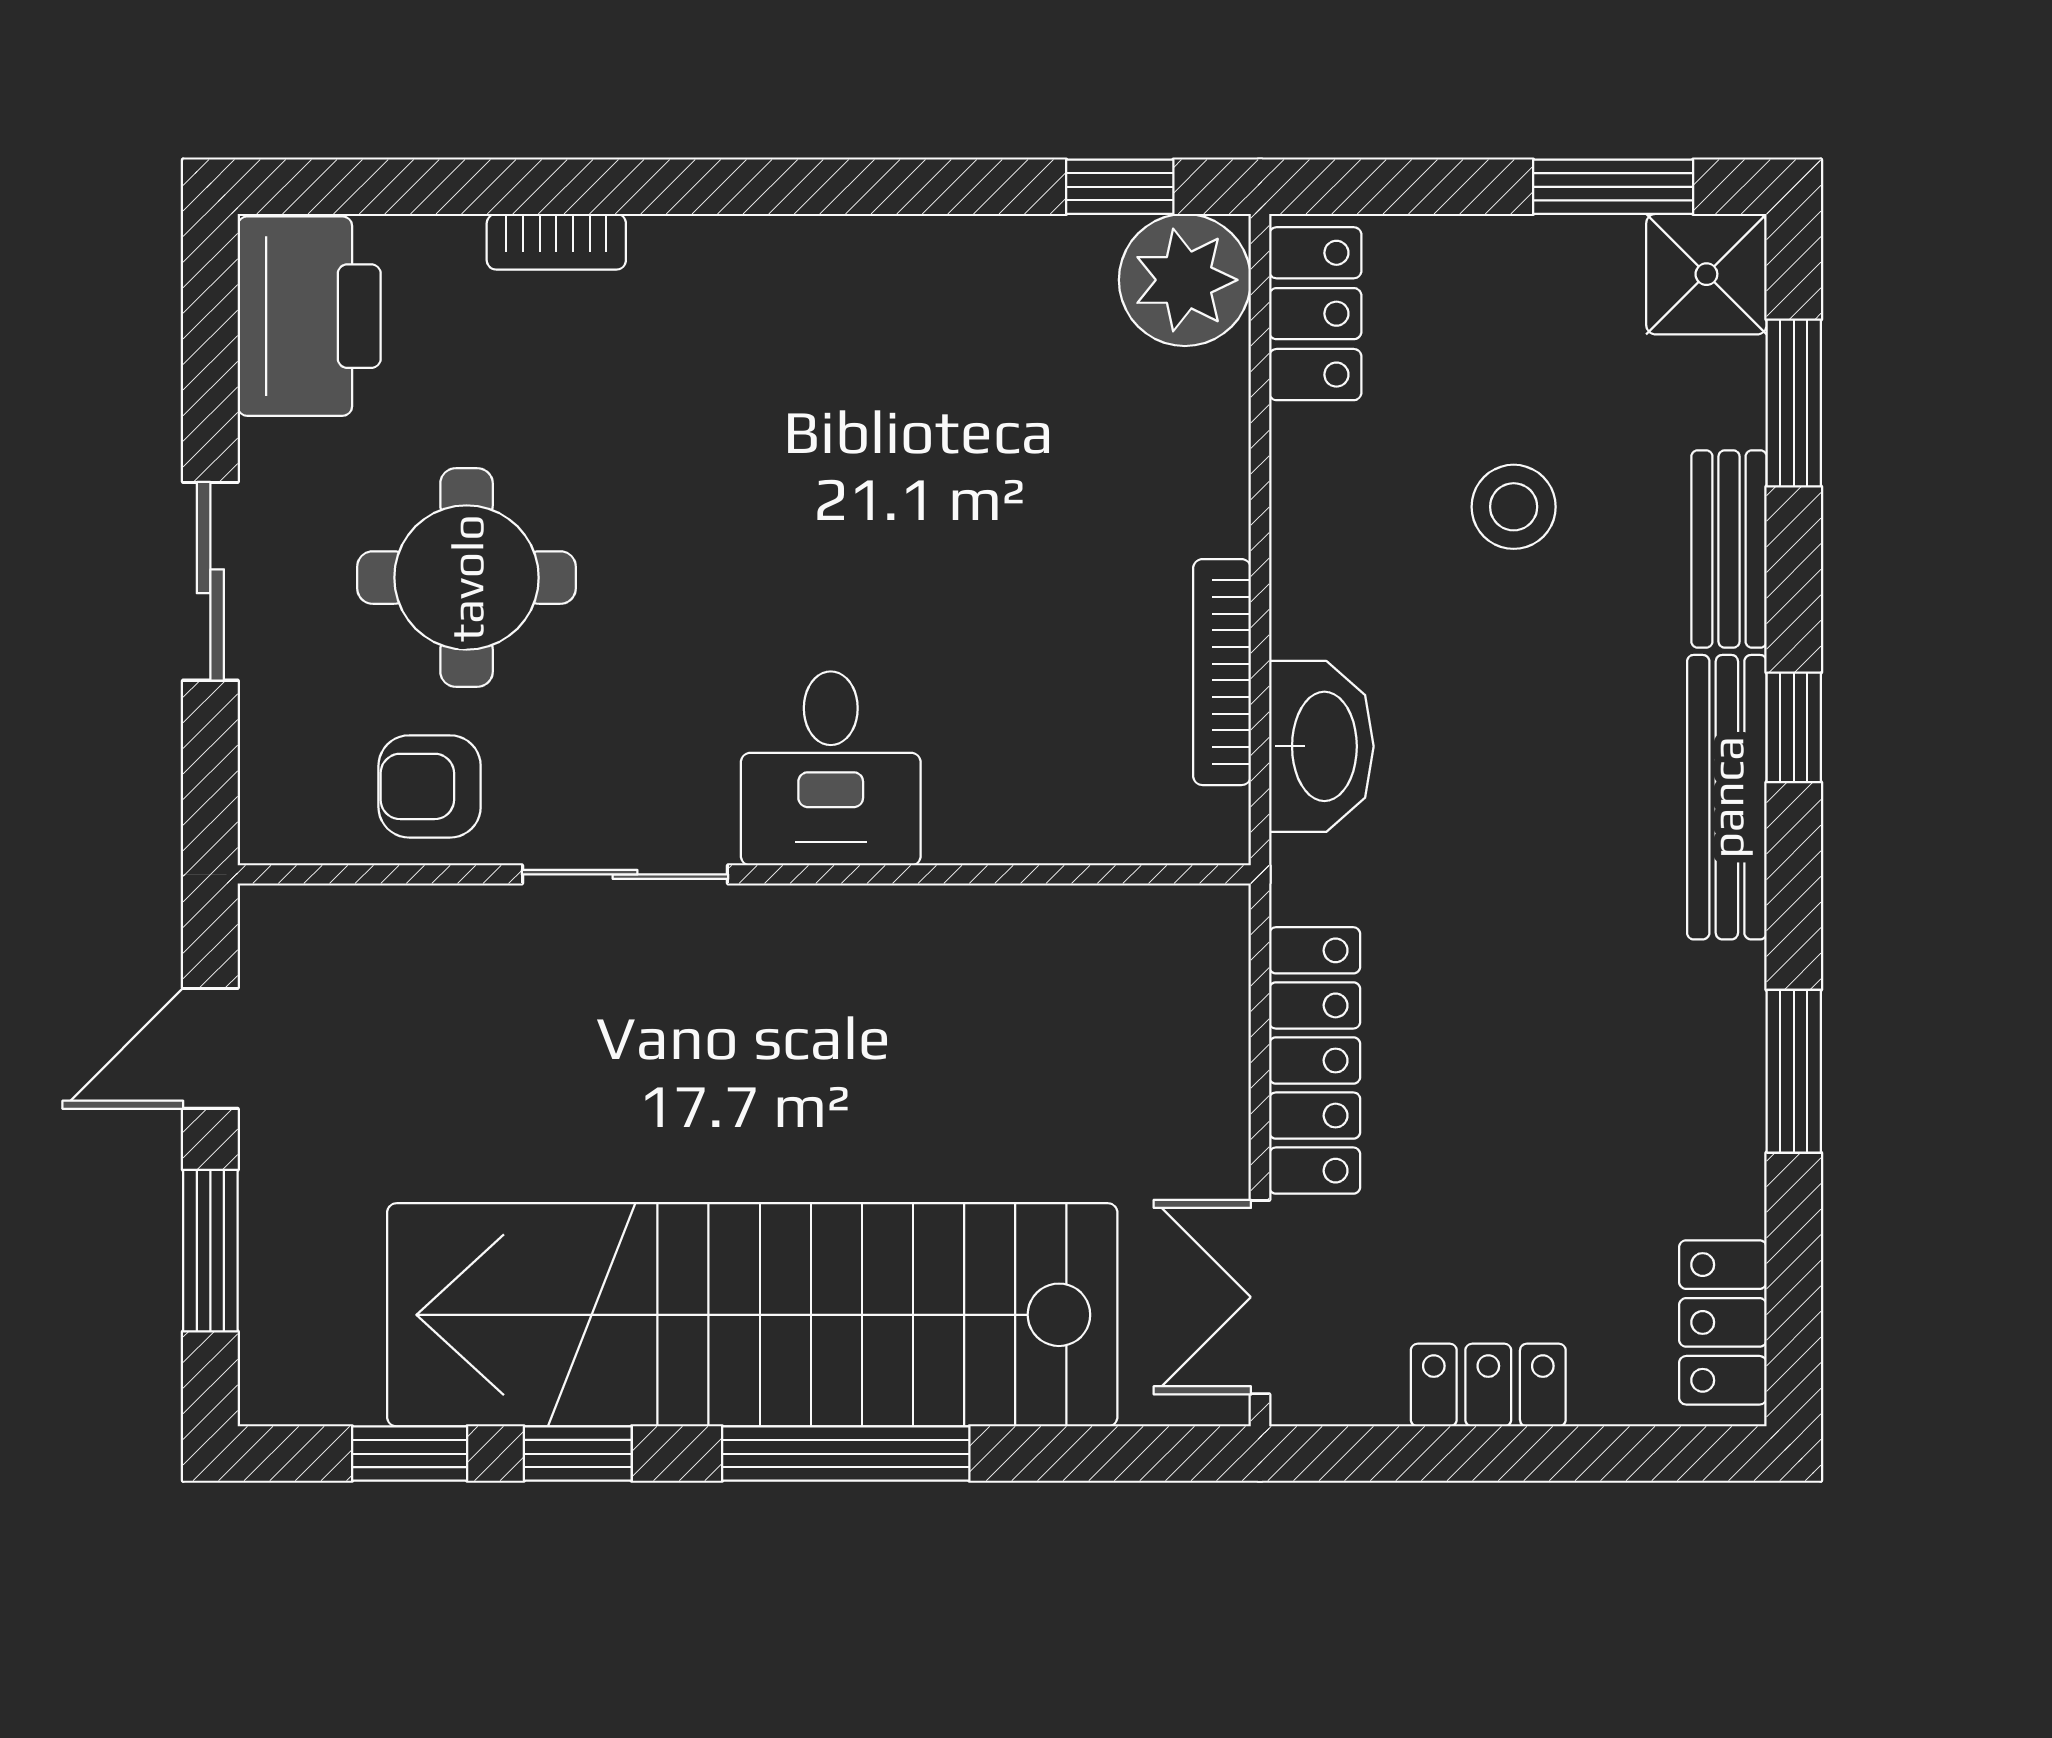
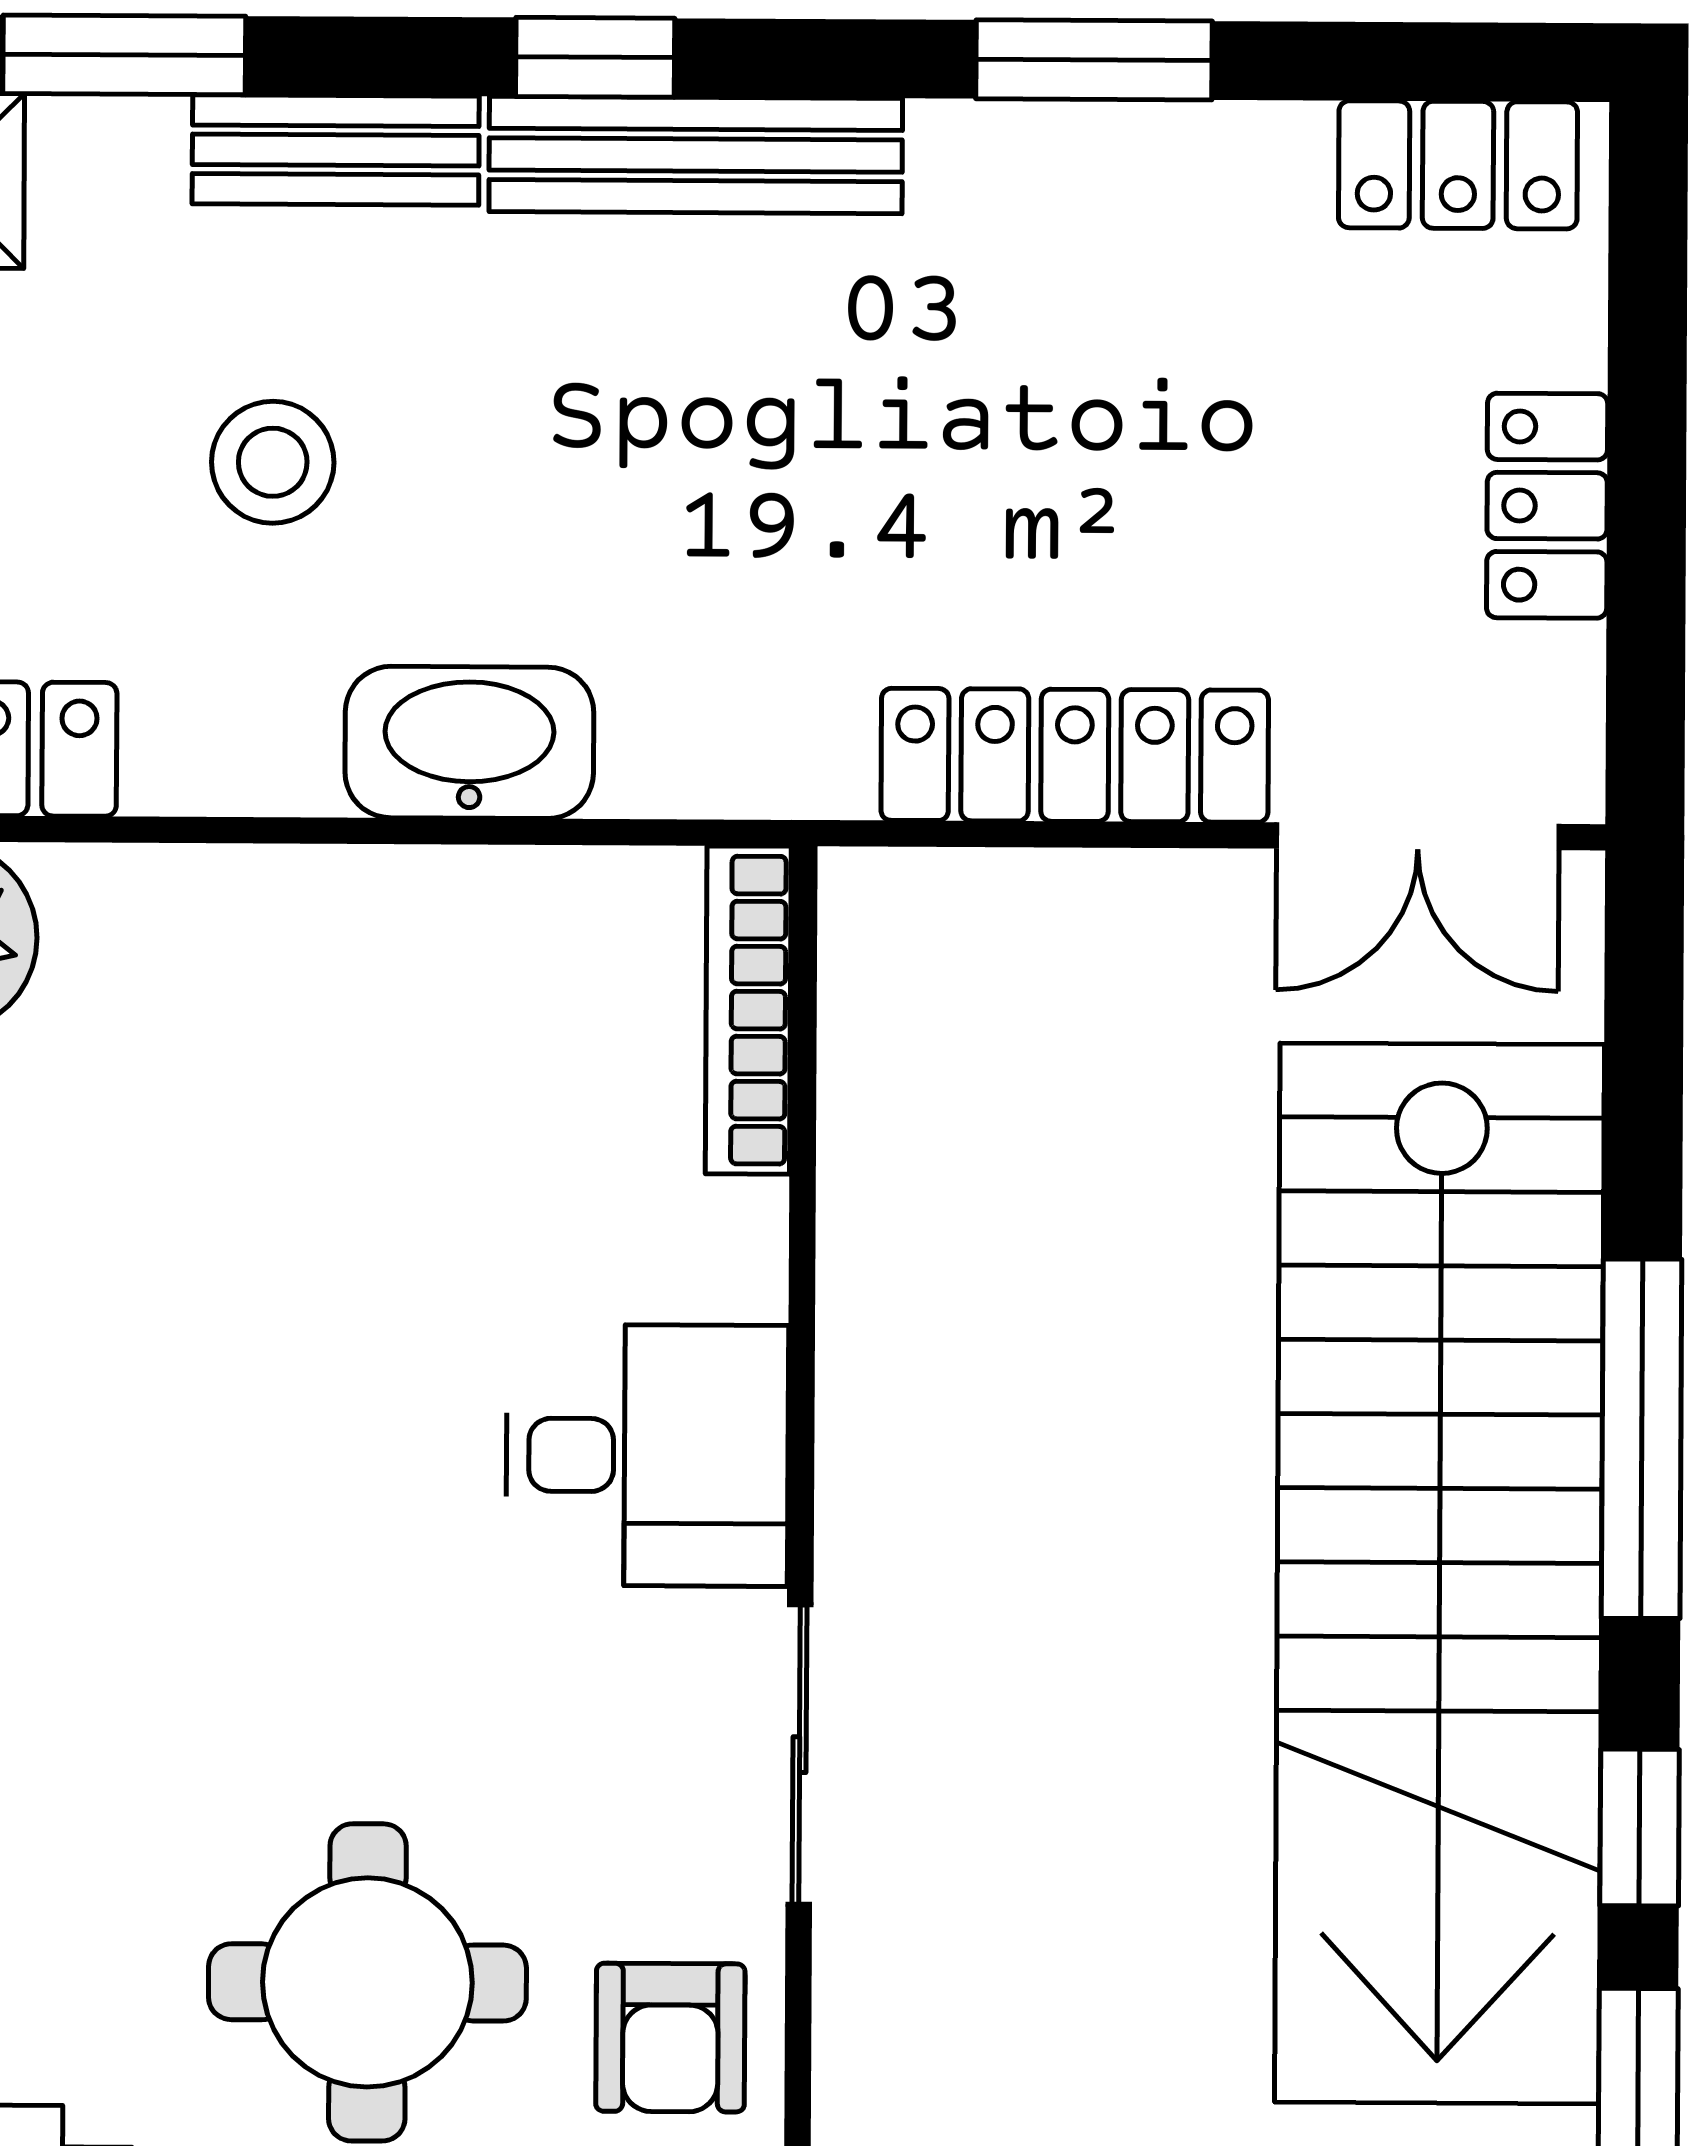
bookcase: (1222, 672) -> (748, 1010), moved, turned 90
washbasin: (1321, 746) -> (469, 742), moved

